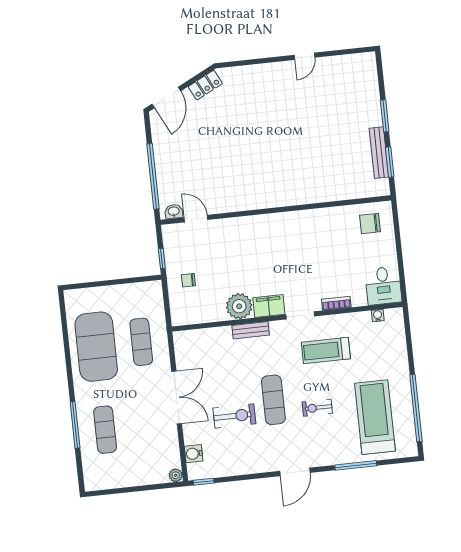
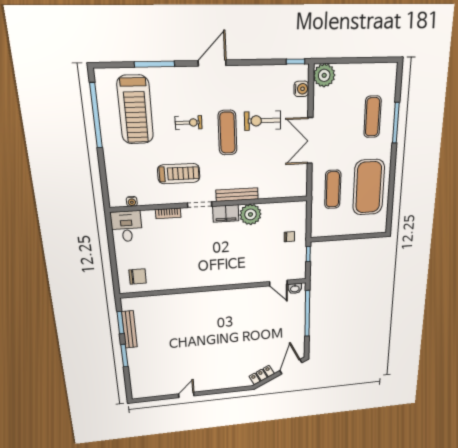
bench: (251, 330) -> (237, 195), width x1.36
plant: (176, 475) -> (324, 75), width x1.88, depth x1.88

